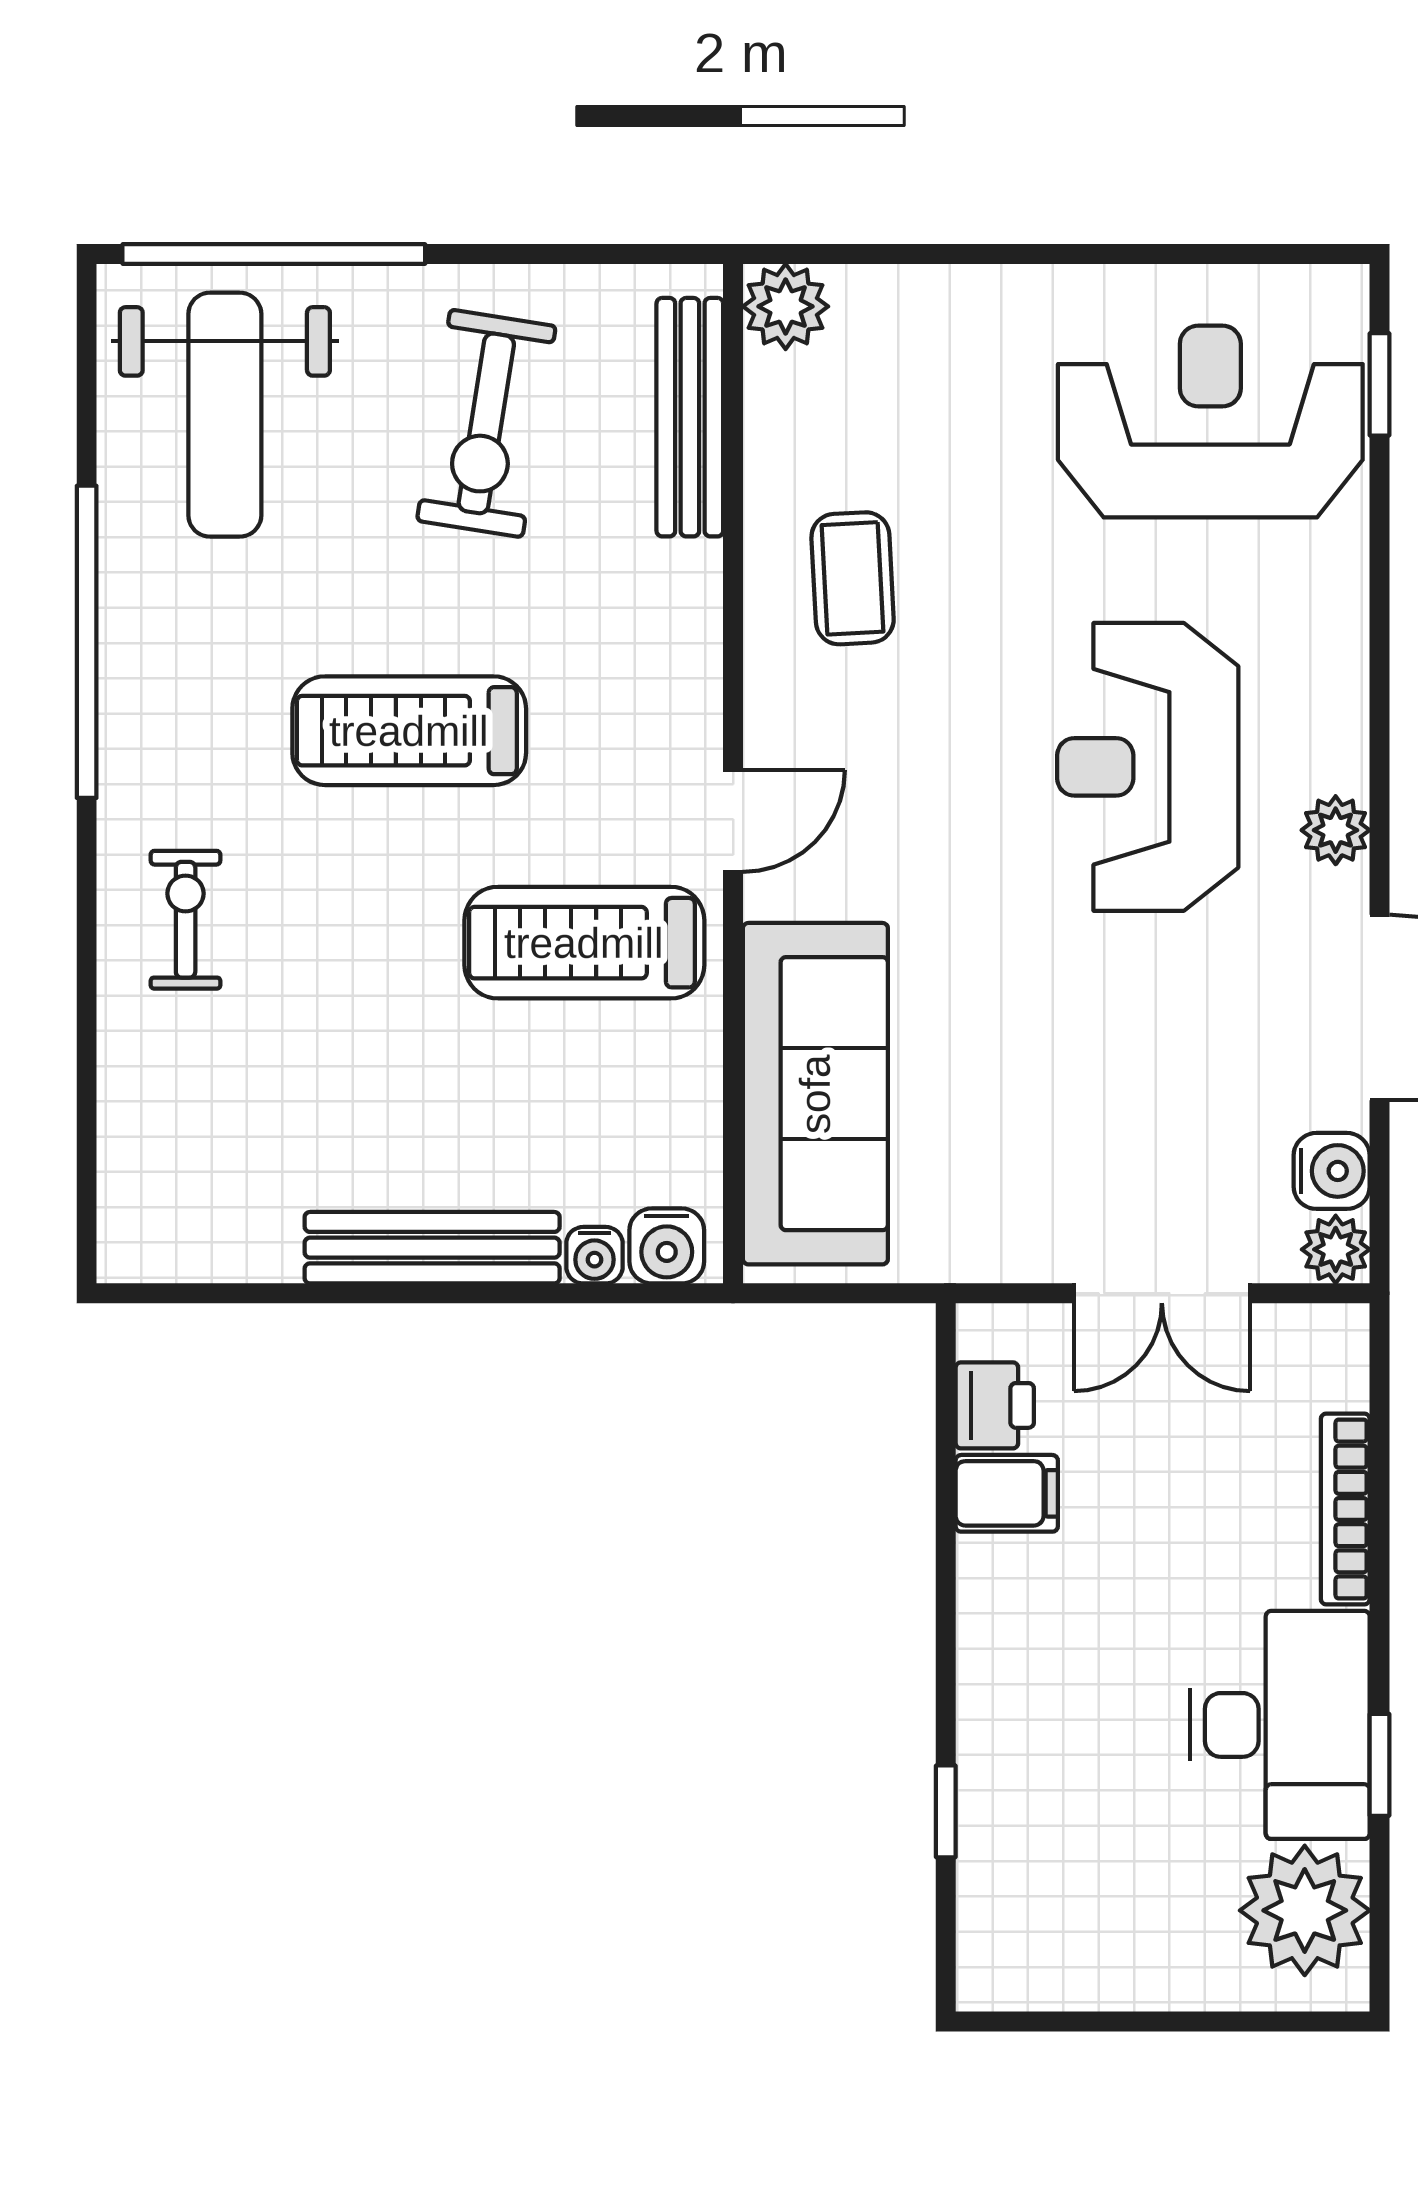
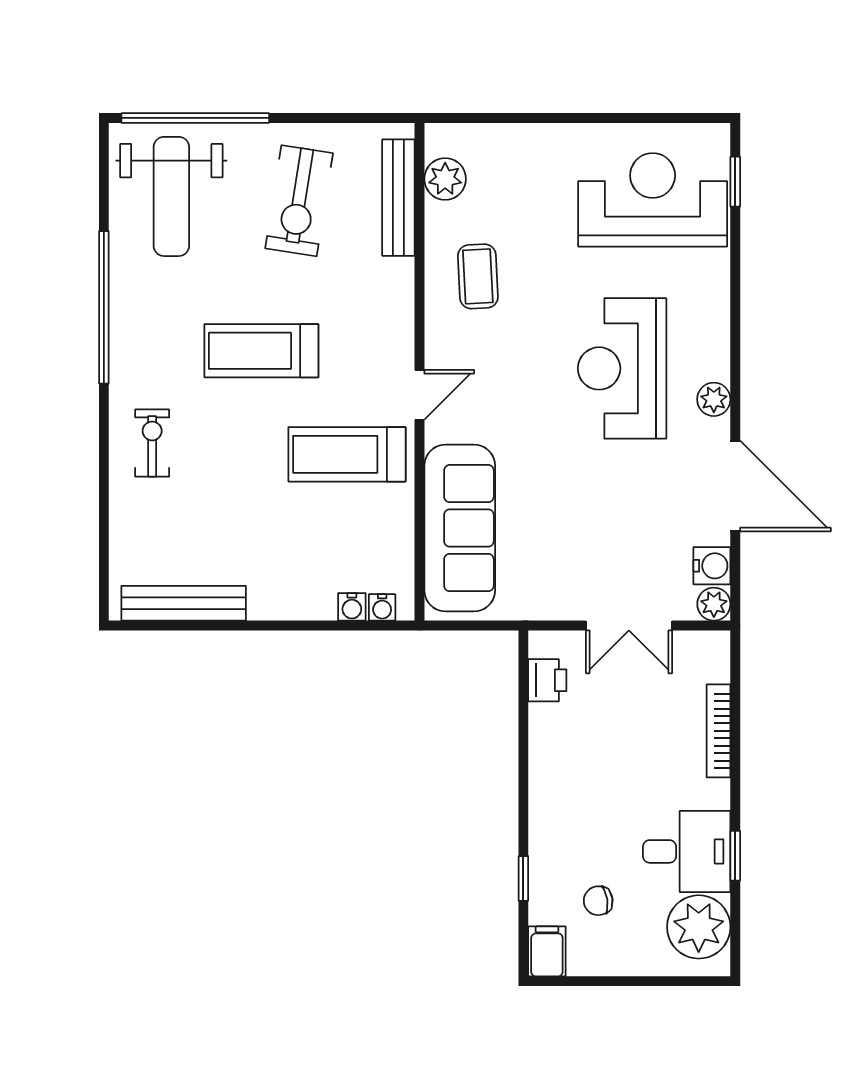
plant: (786, 306) -> (445, 179), moved
water cooler: (667, 1246) -> (382, 607), width x0.72, depth x0.72
bench: (432, 1248) -> (184, 603), moved
filing cabinet: (1007, 1493) -> (547, 951), moved, turned -90
desk: (1280, 1725) -> (687, 851), width x0.73
chair: (1099, 1857) -> (598, 901), added

